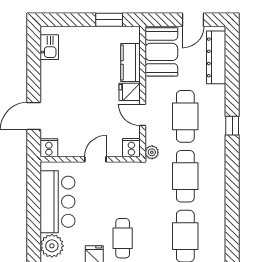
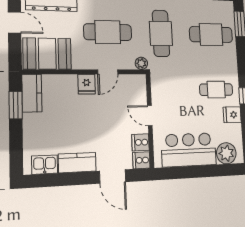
kitchen counter: (131, 63) -> (32, 93), moved, turned -90
kitchen counter: (50, 80) -> (77, 163), added
cooker: (131, 148) -> (141, 142), moved
cafe table: (185, 176) -> (161, 33), turned 90

